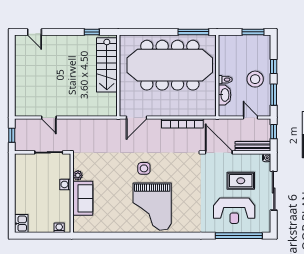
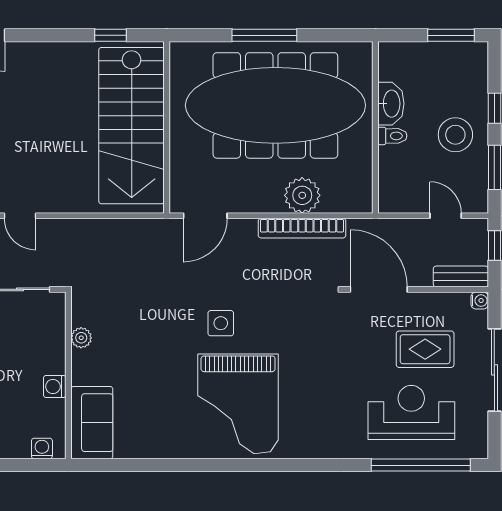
window: (193, 32) -> (264, 35), moved
stairs: (107, 65) -> (132, 126), width x1.36, depth x1.51
washbasin: (225, 95) -> (391, 104), moved
plant: (183, 108) -> (302, 195), added
bench: (253, 146) -> (461, 276), width x0.73
washing machine: (65, 184) -> (55, 387), moved
sofa: (83, 198) -> (92, 423), moved
reception desk: (234, 211) -> (411, 412), turned 180

